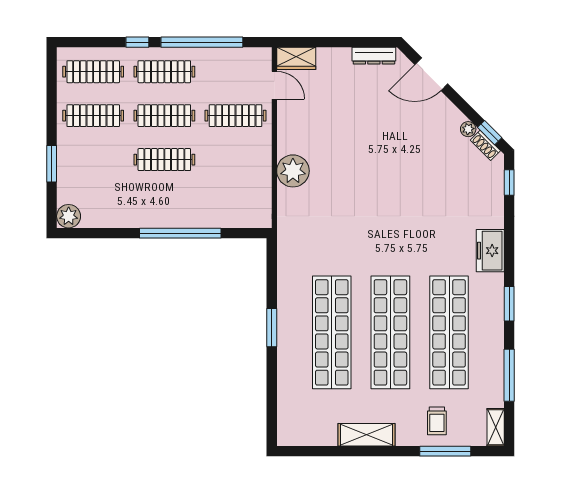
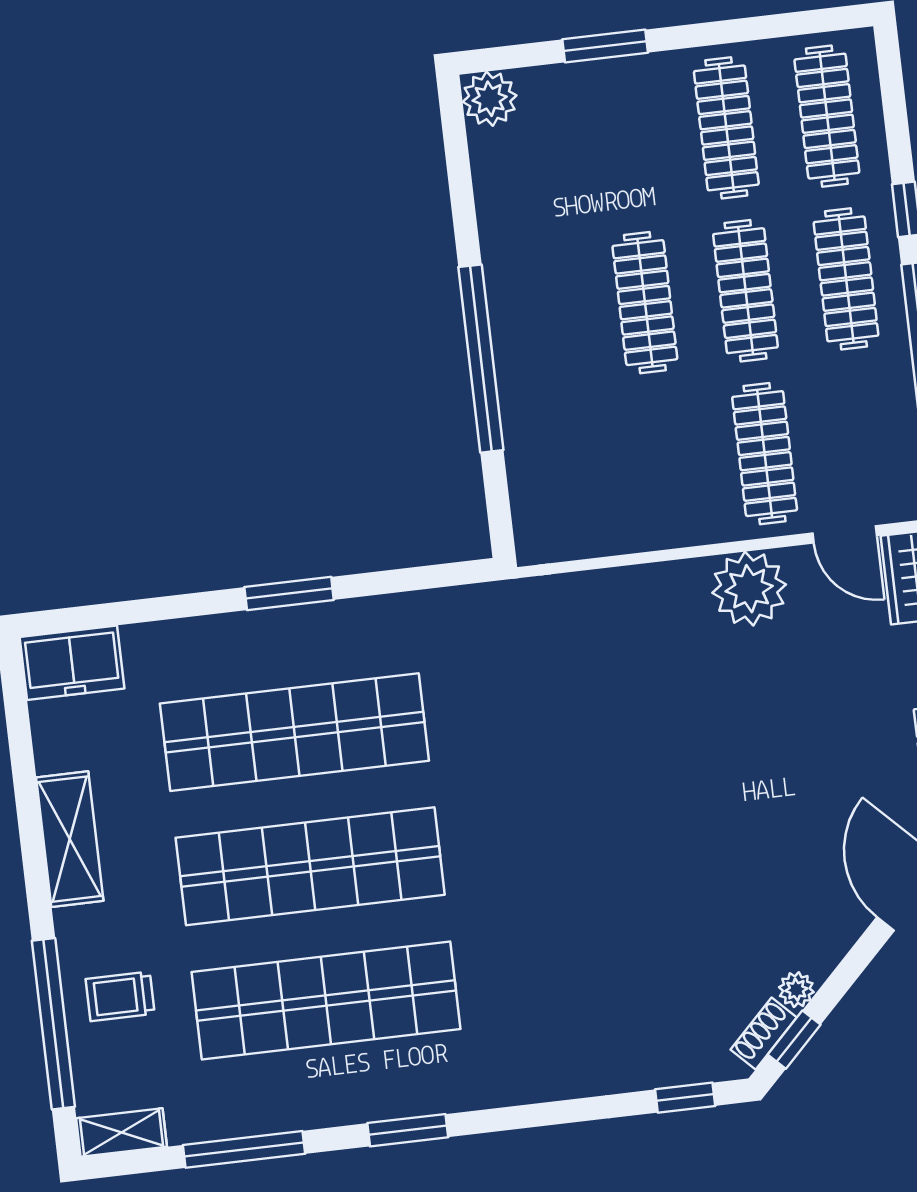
door: (274, 85) -> (845, 534), hinge flipped
plant: (293, 171) -> (749, 589), moved
freezer: (490, 251) -> (72, 663), moved, turned 180
window: (445, 451) -> (53, 1024), width x1.46

